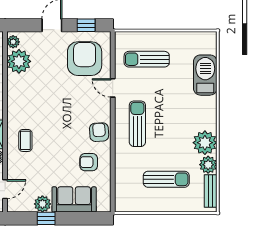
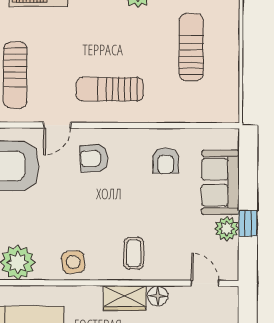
side table: (19, 99) -> (73, 262), added
armchair: (99, 132) -> (94, 158), moved
coffee table: (25, 140) -> (134, 253), turned 90

